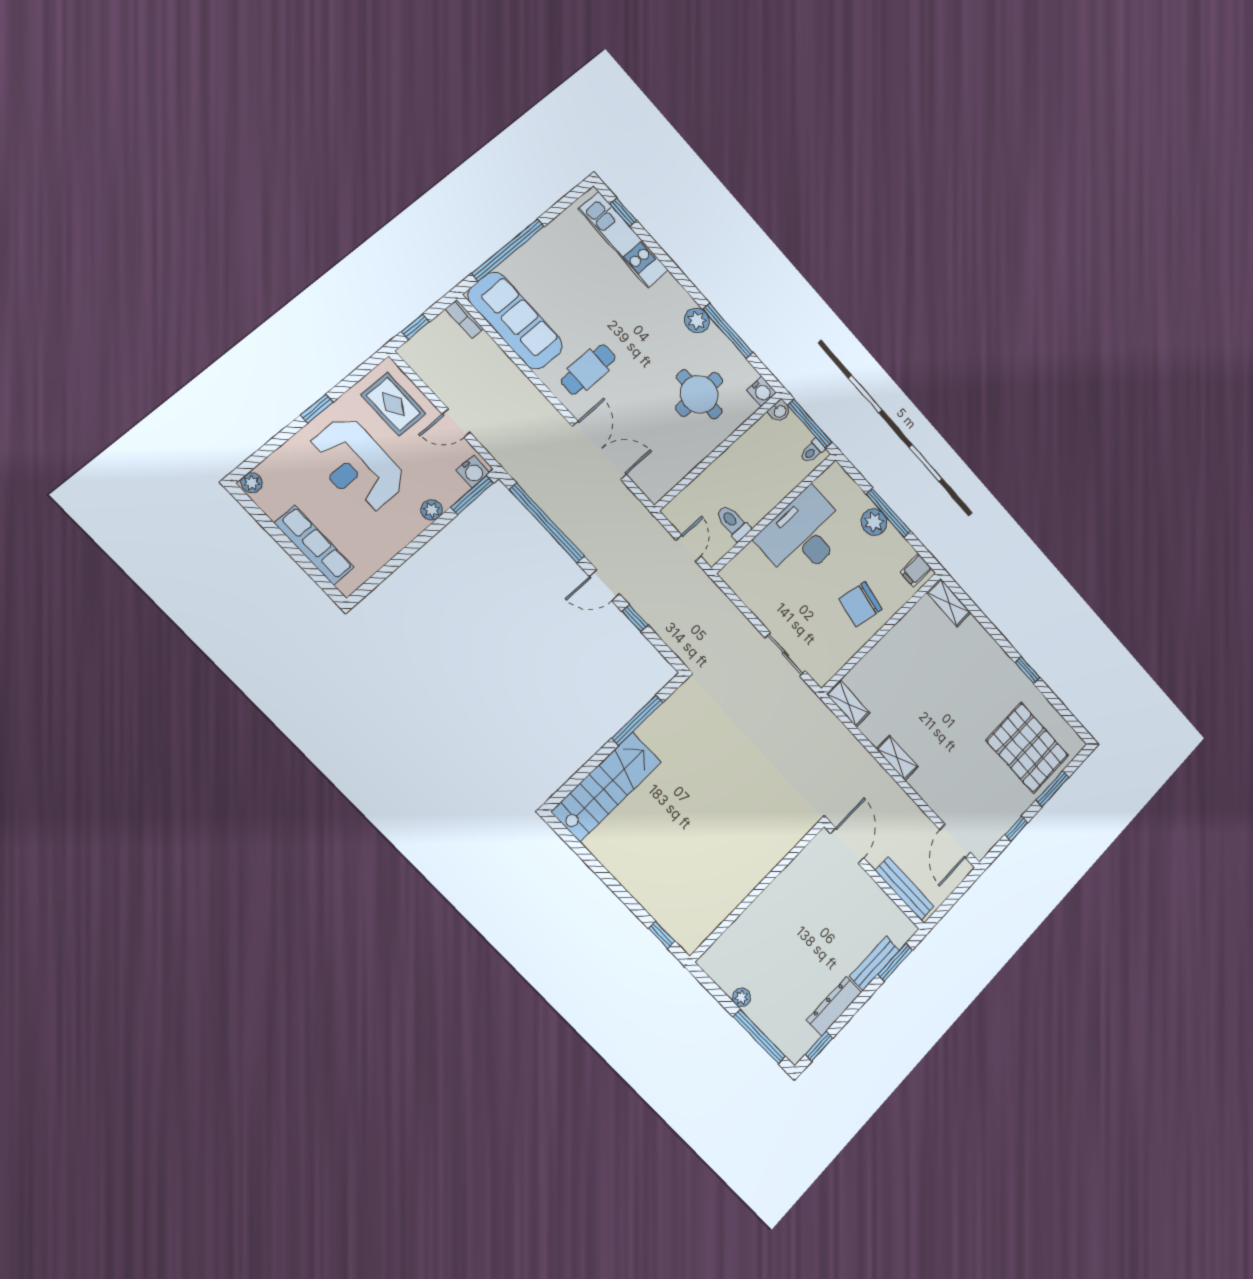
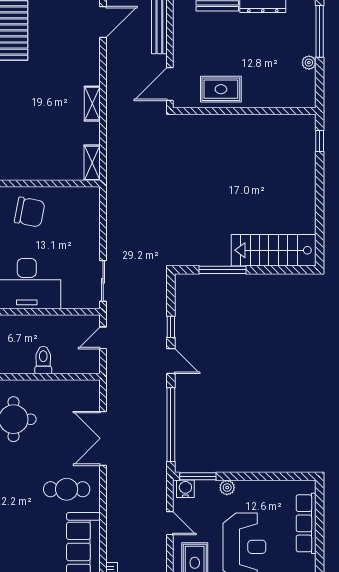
toilet: (733, 523) -> (43, 360), moved, turned 180
sliding door: (785, 654) -> (103, 281), moved
rug: (798, 888) -> (221, 89), added

